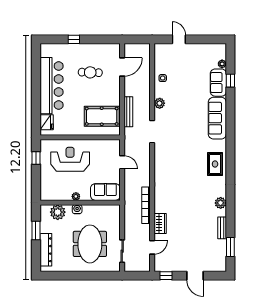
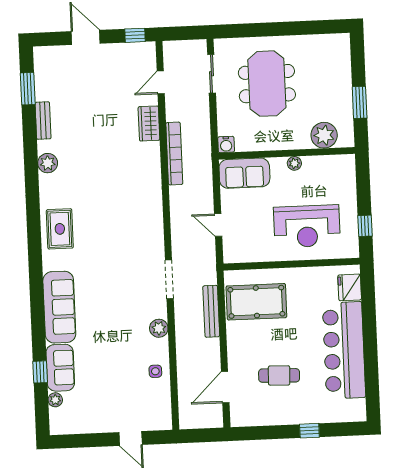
water cooler: (77, 209) -> (226, 144), moved
dresser: (46, 250) -> (341, 70), removed

